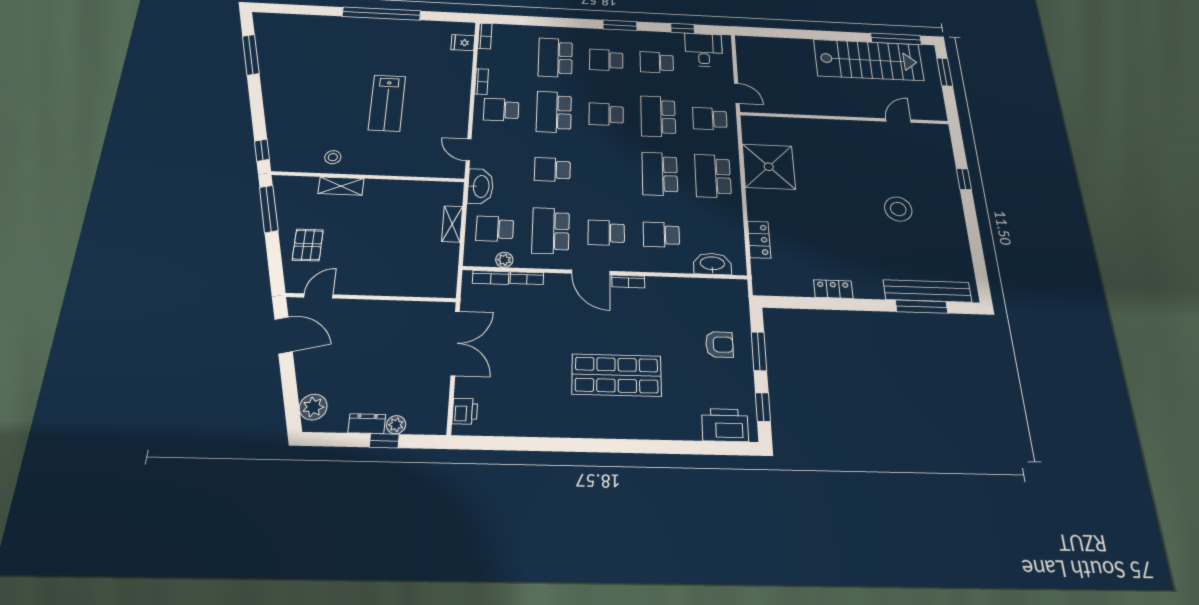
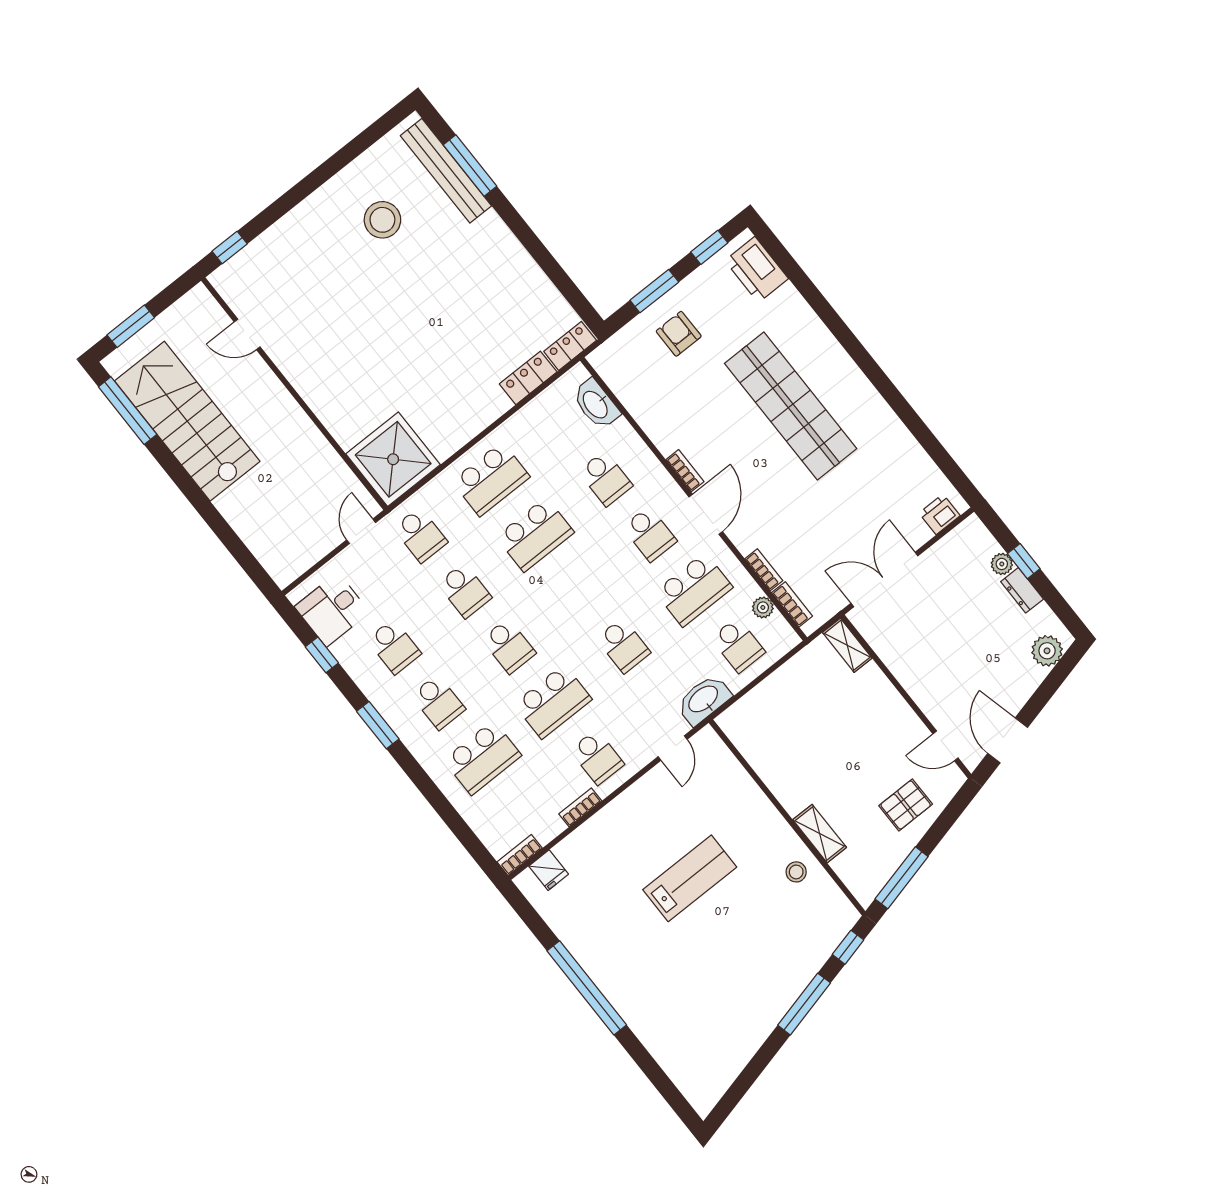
window: (251, 55) -> (804, 1004), moved
school desk: (658, 117) -> (465, 591), width x0.54
shower: (769, 167) -> (393, 459), moved
window: (964, 179) -> (230, 248), moved
stool: (898, 209) -> (382, 220), moved
shelving: (452, 224) -> (847, 645), moved, turned 90
locker: (833, 289) -> (570, 346), moved, turned 90
shop shelf: (617, 375) -> (791, 406), width x1.40

